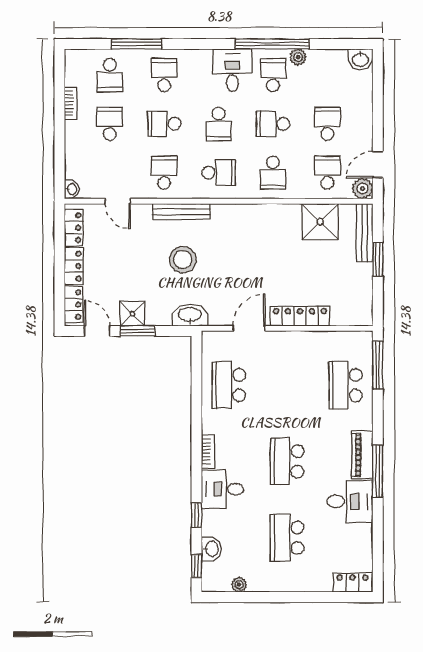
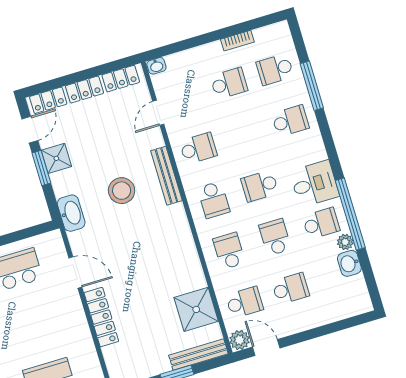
washbasin: (361, 59) -> (349, 263), moved
school desk: (164, 124) -> (244, 135), removed
school desk: (273, 173) -> (229, 251), turned 90

